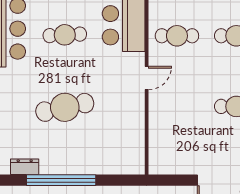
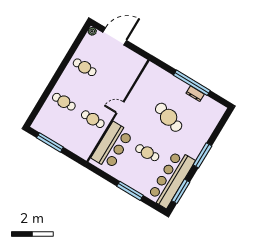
cafe table: (65, 107) -> (169, 117), turned 30
dresser: (25, 167) -> (195, 94), moved

